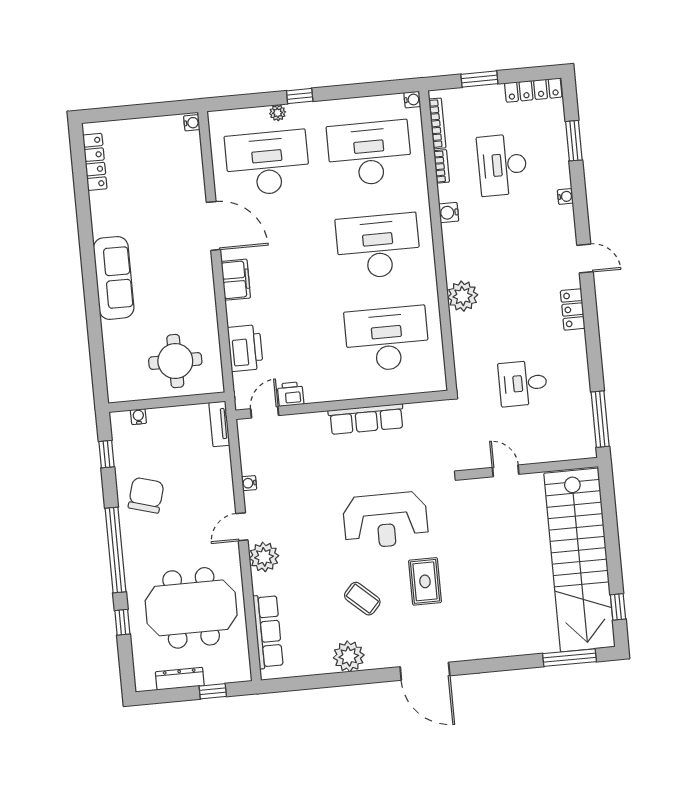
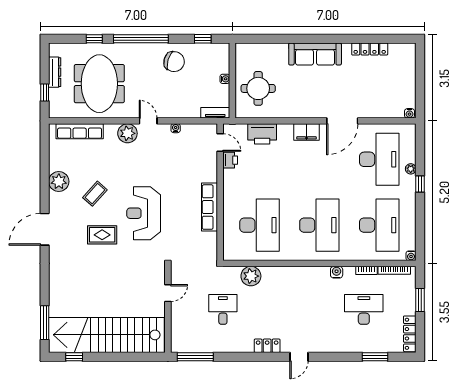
locker: (95, 162) -> (370, 49), moved
water cooler: (565, 196) -> (340, 348), removed
plant: (463, 296) -> (251, 276), moved
water cooler: (138, 417) -> (225, 79), moved

